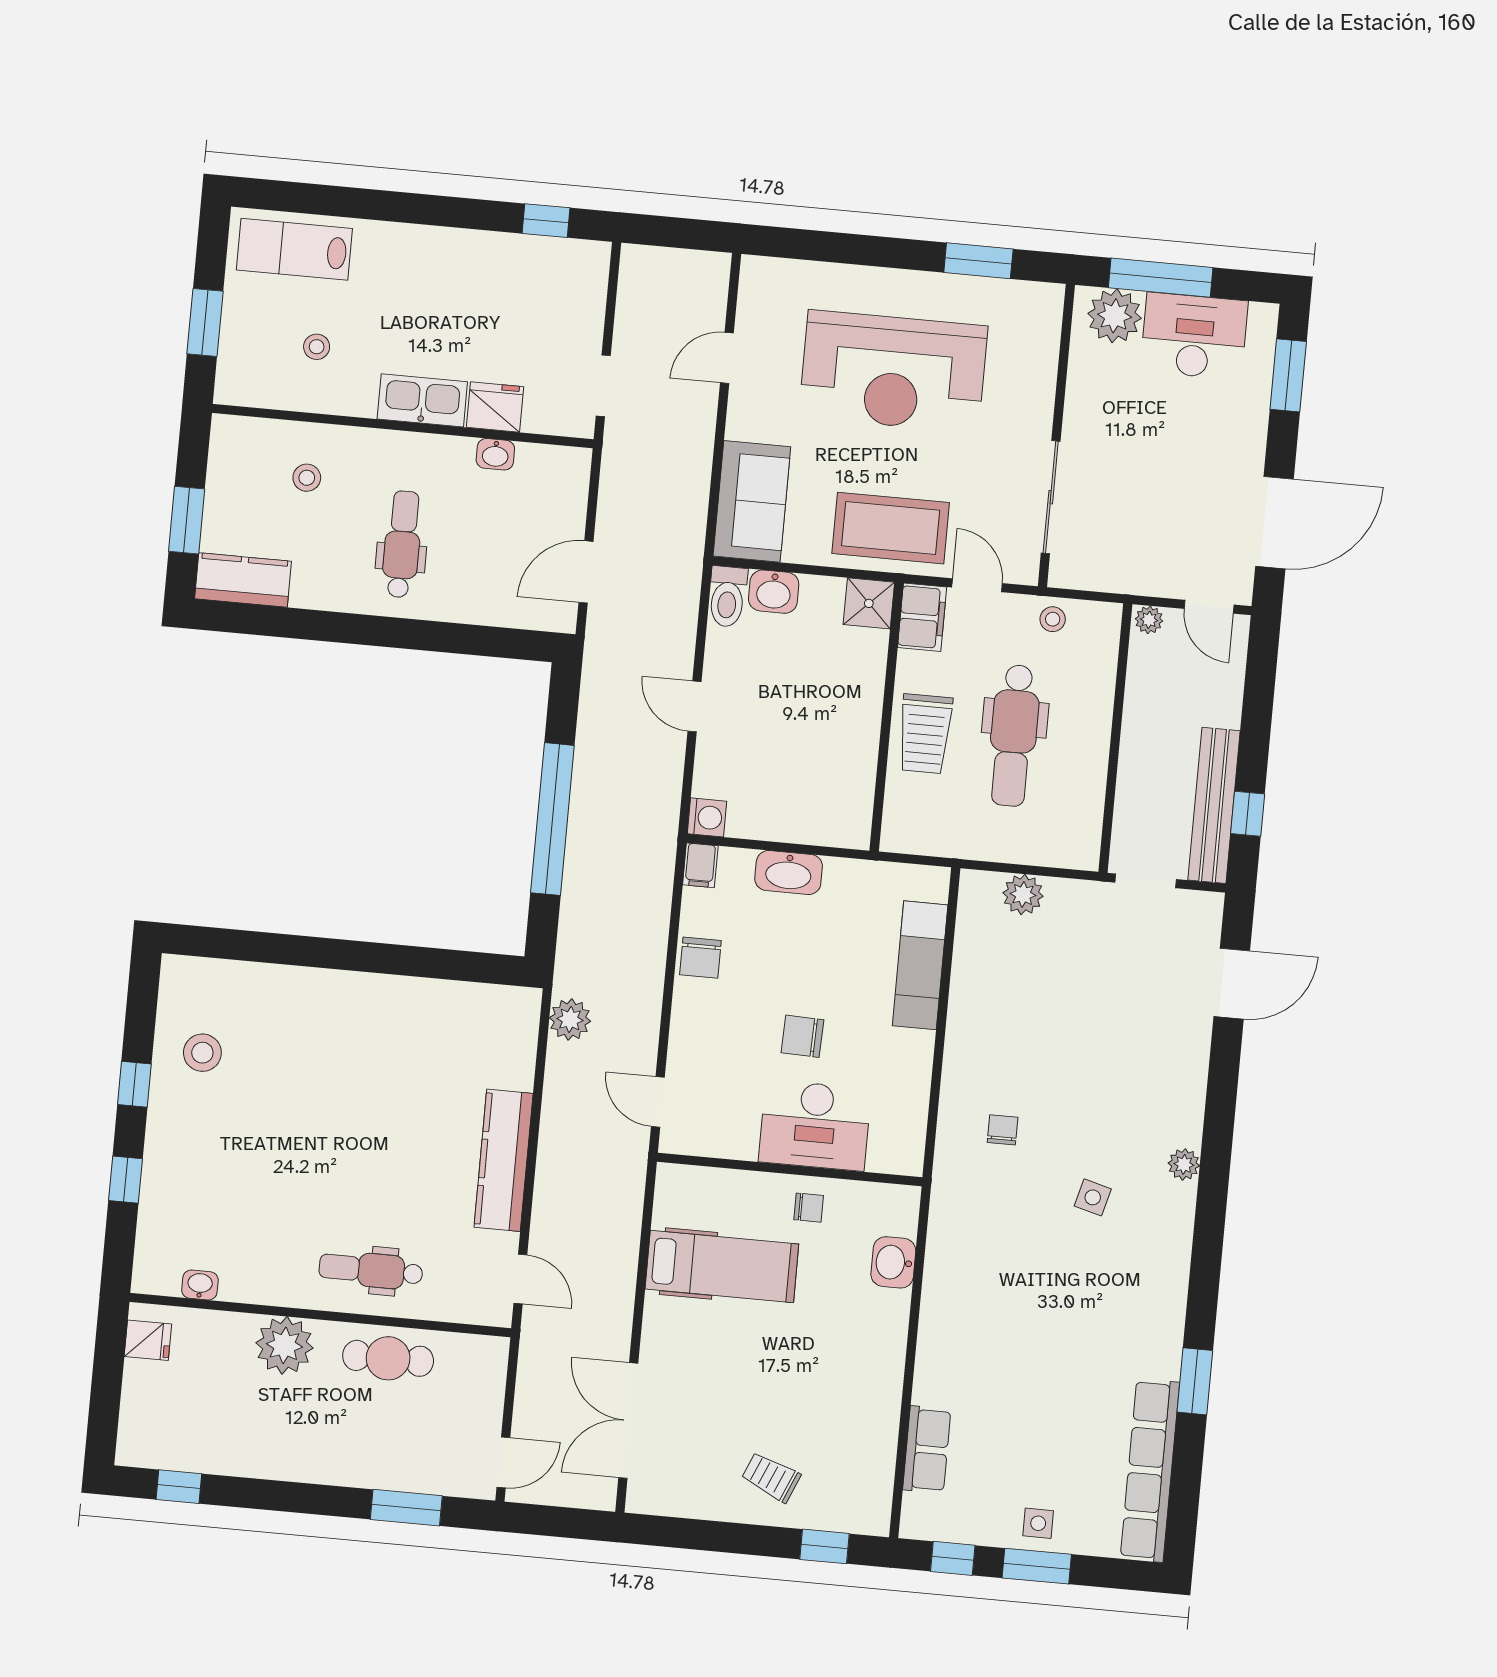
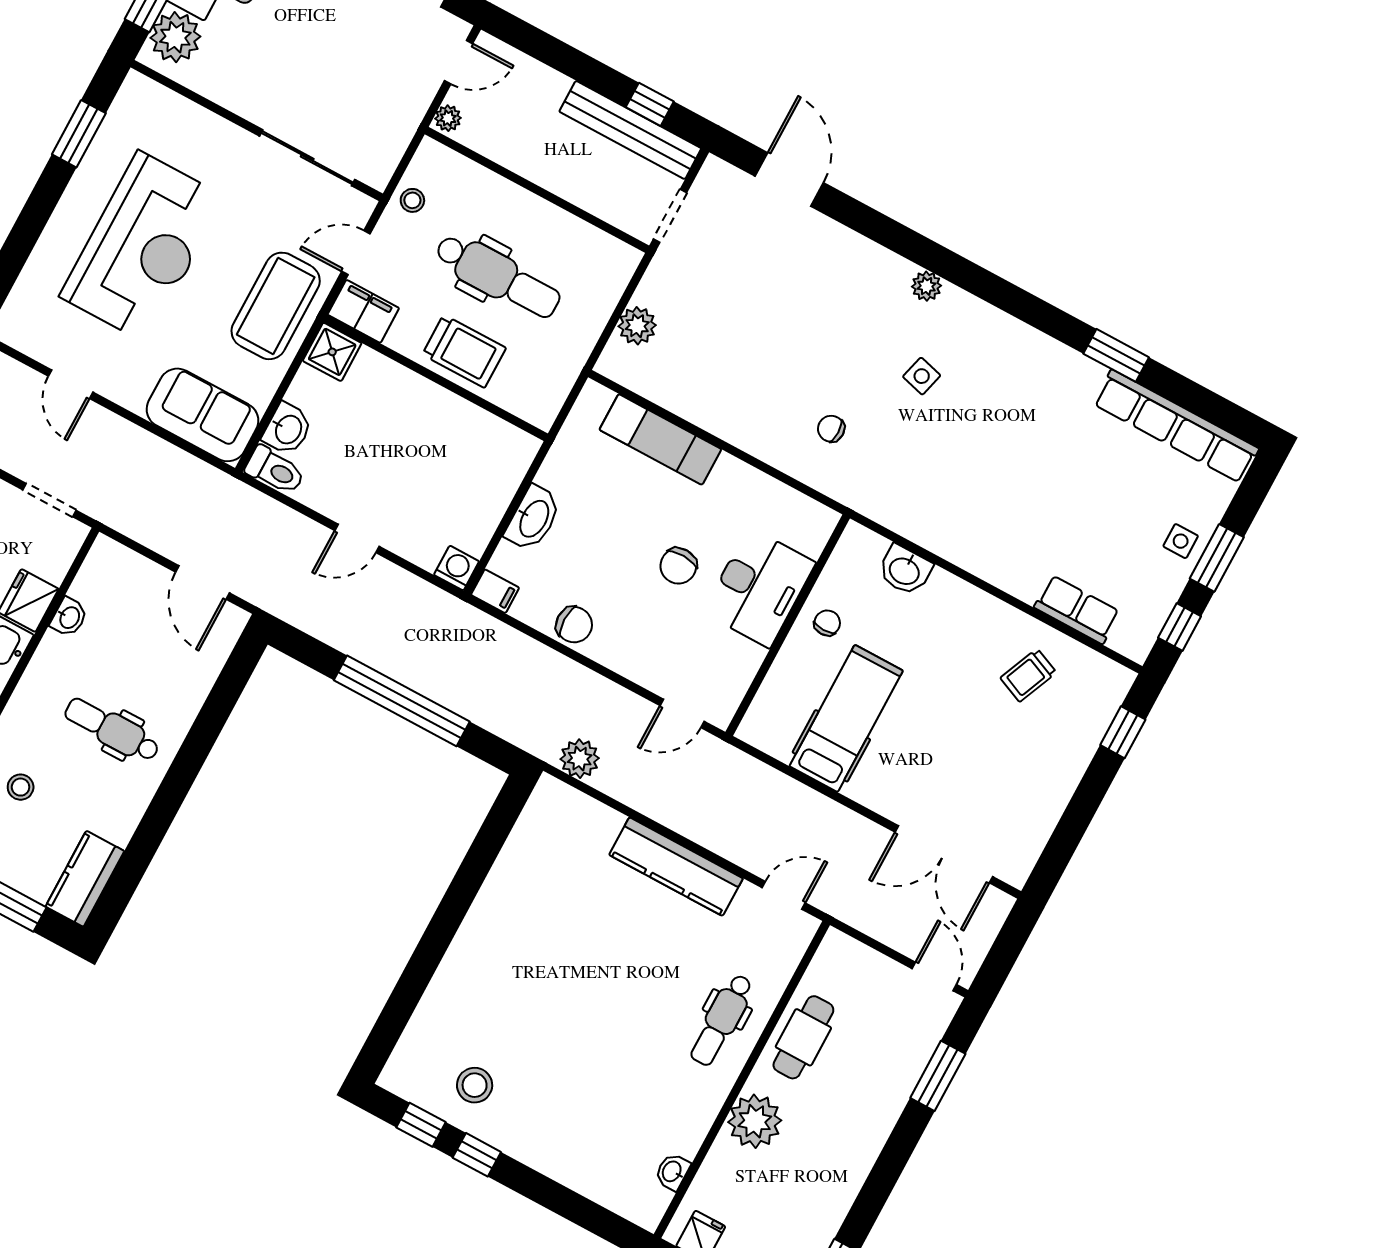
window: (126, 1180) -> (421, 1125), moved
trolley: (771, 1477) -> (1028, 675), moved

